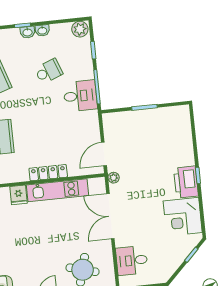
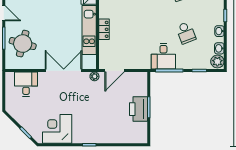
washbasin: (27, 32) -> (219, 48), moved
door: (104, 154) -> (114, 71), swing flipped
locker: (48, 173) -> (104, 29), width x0.66
printer: (186, 182) -> (139, 109), moved, turned -90

